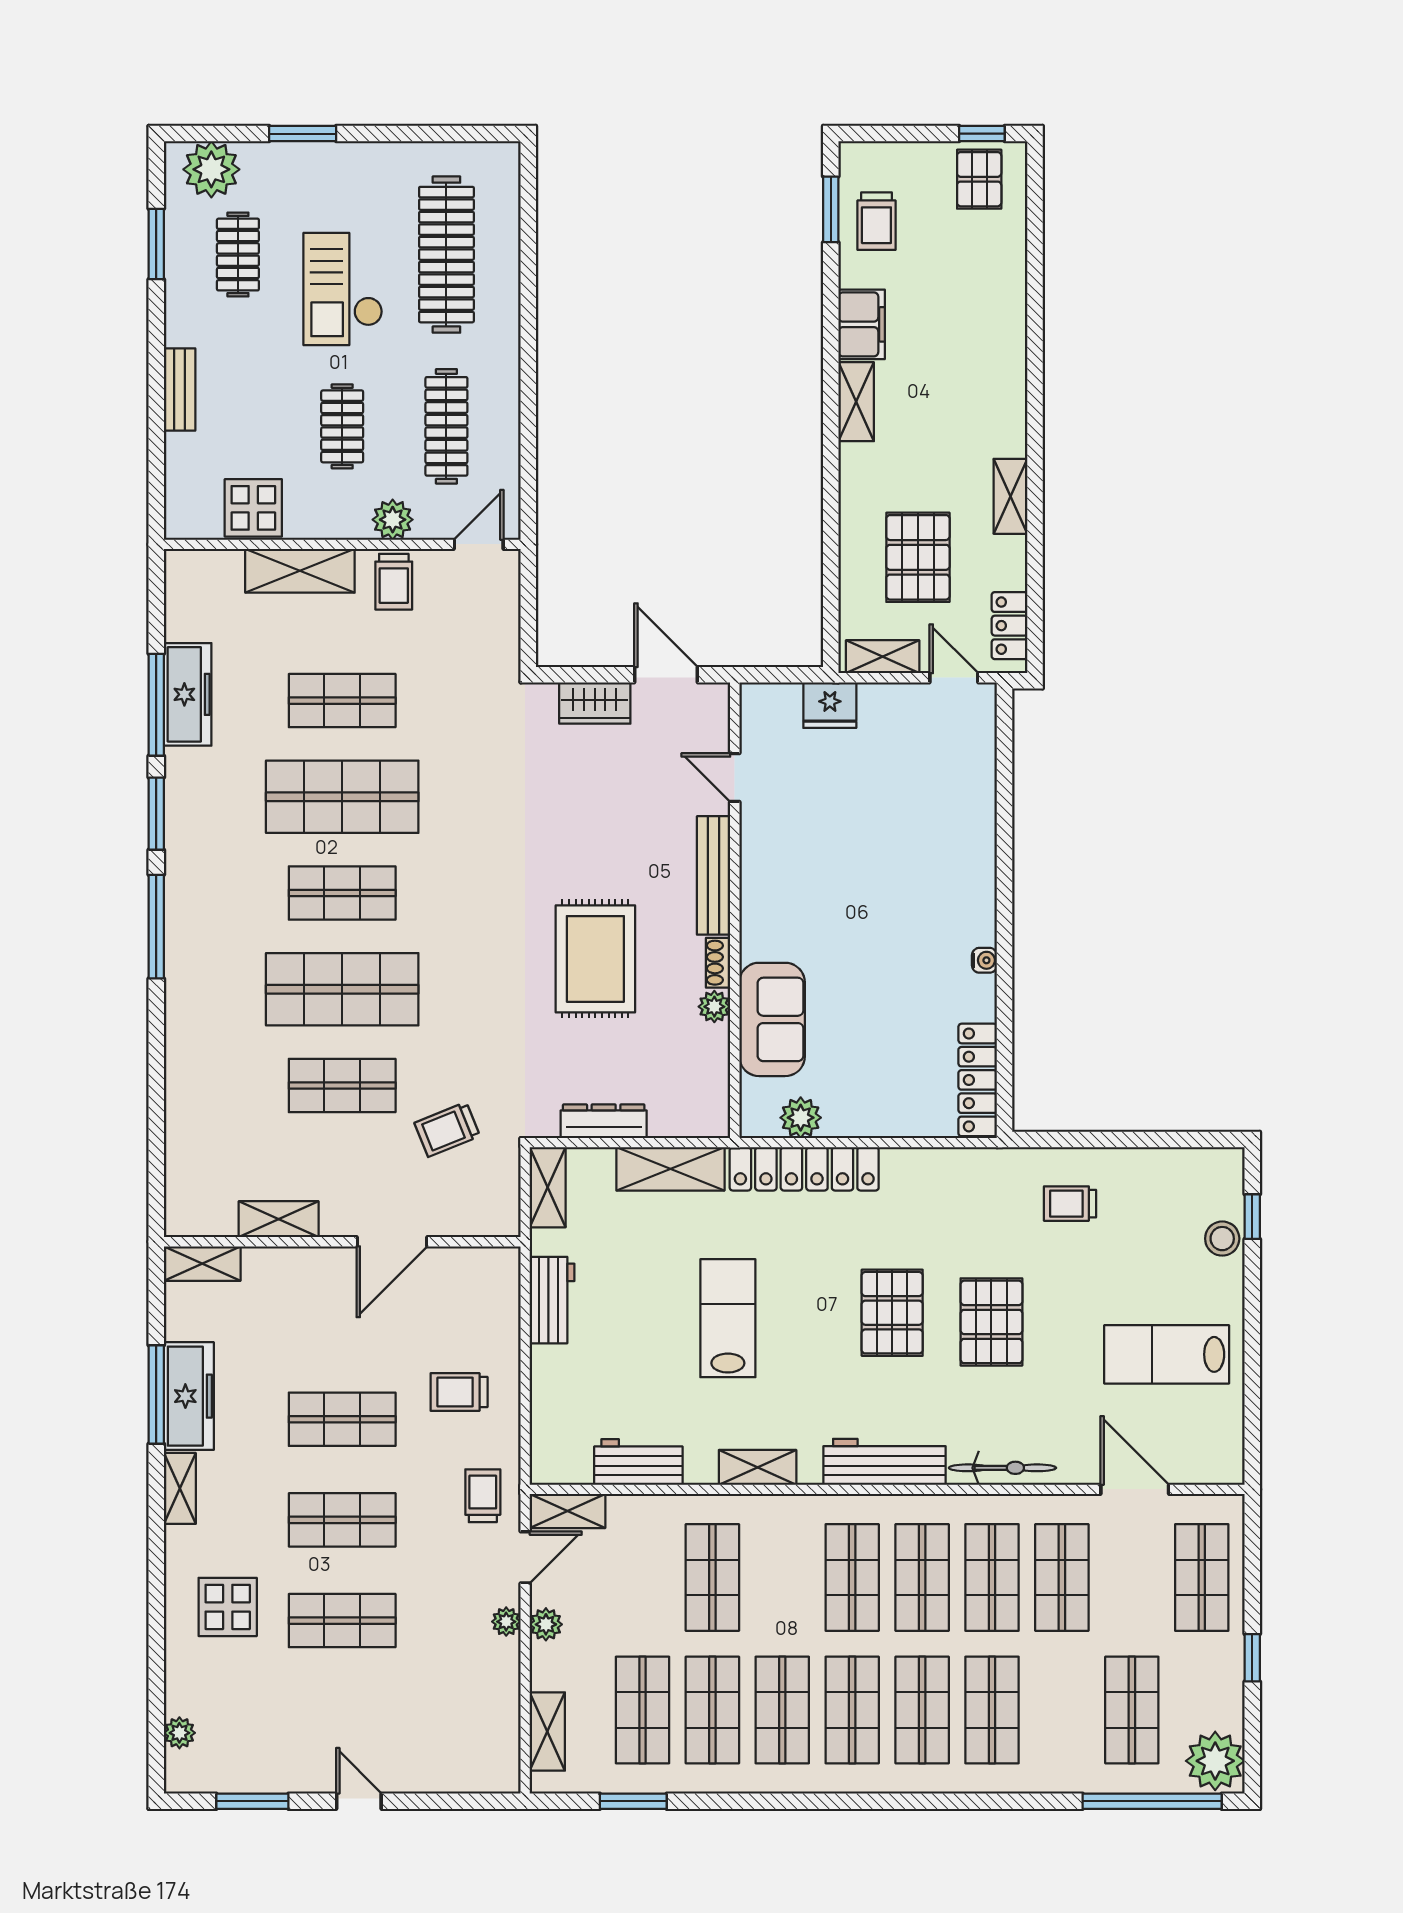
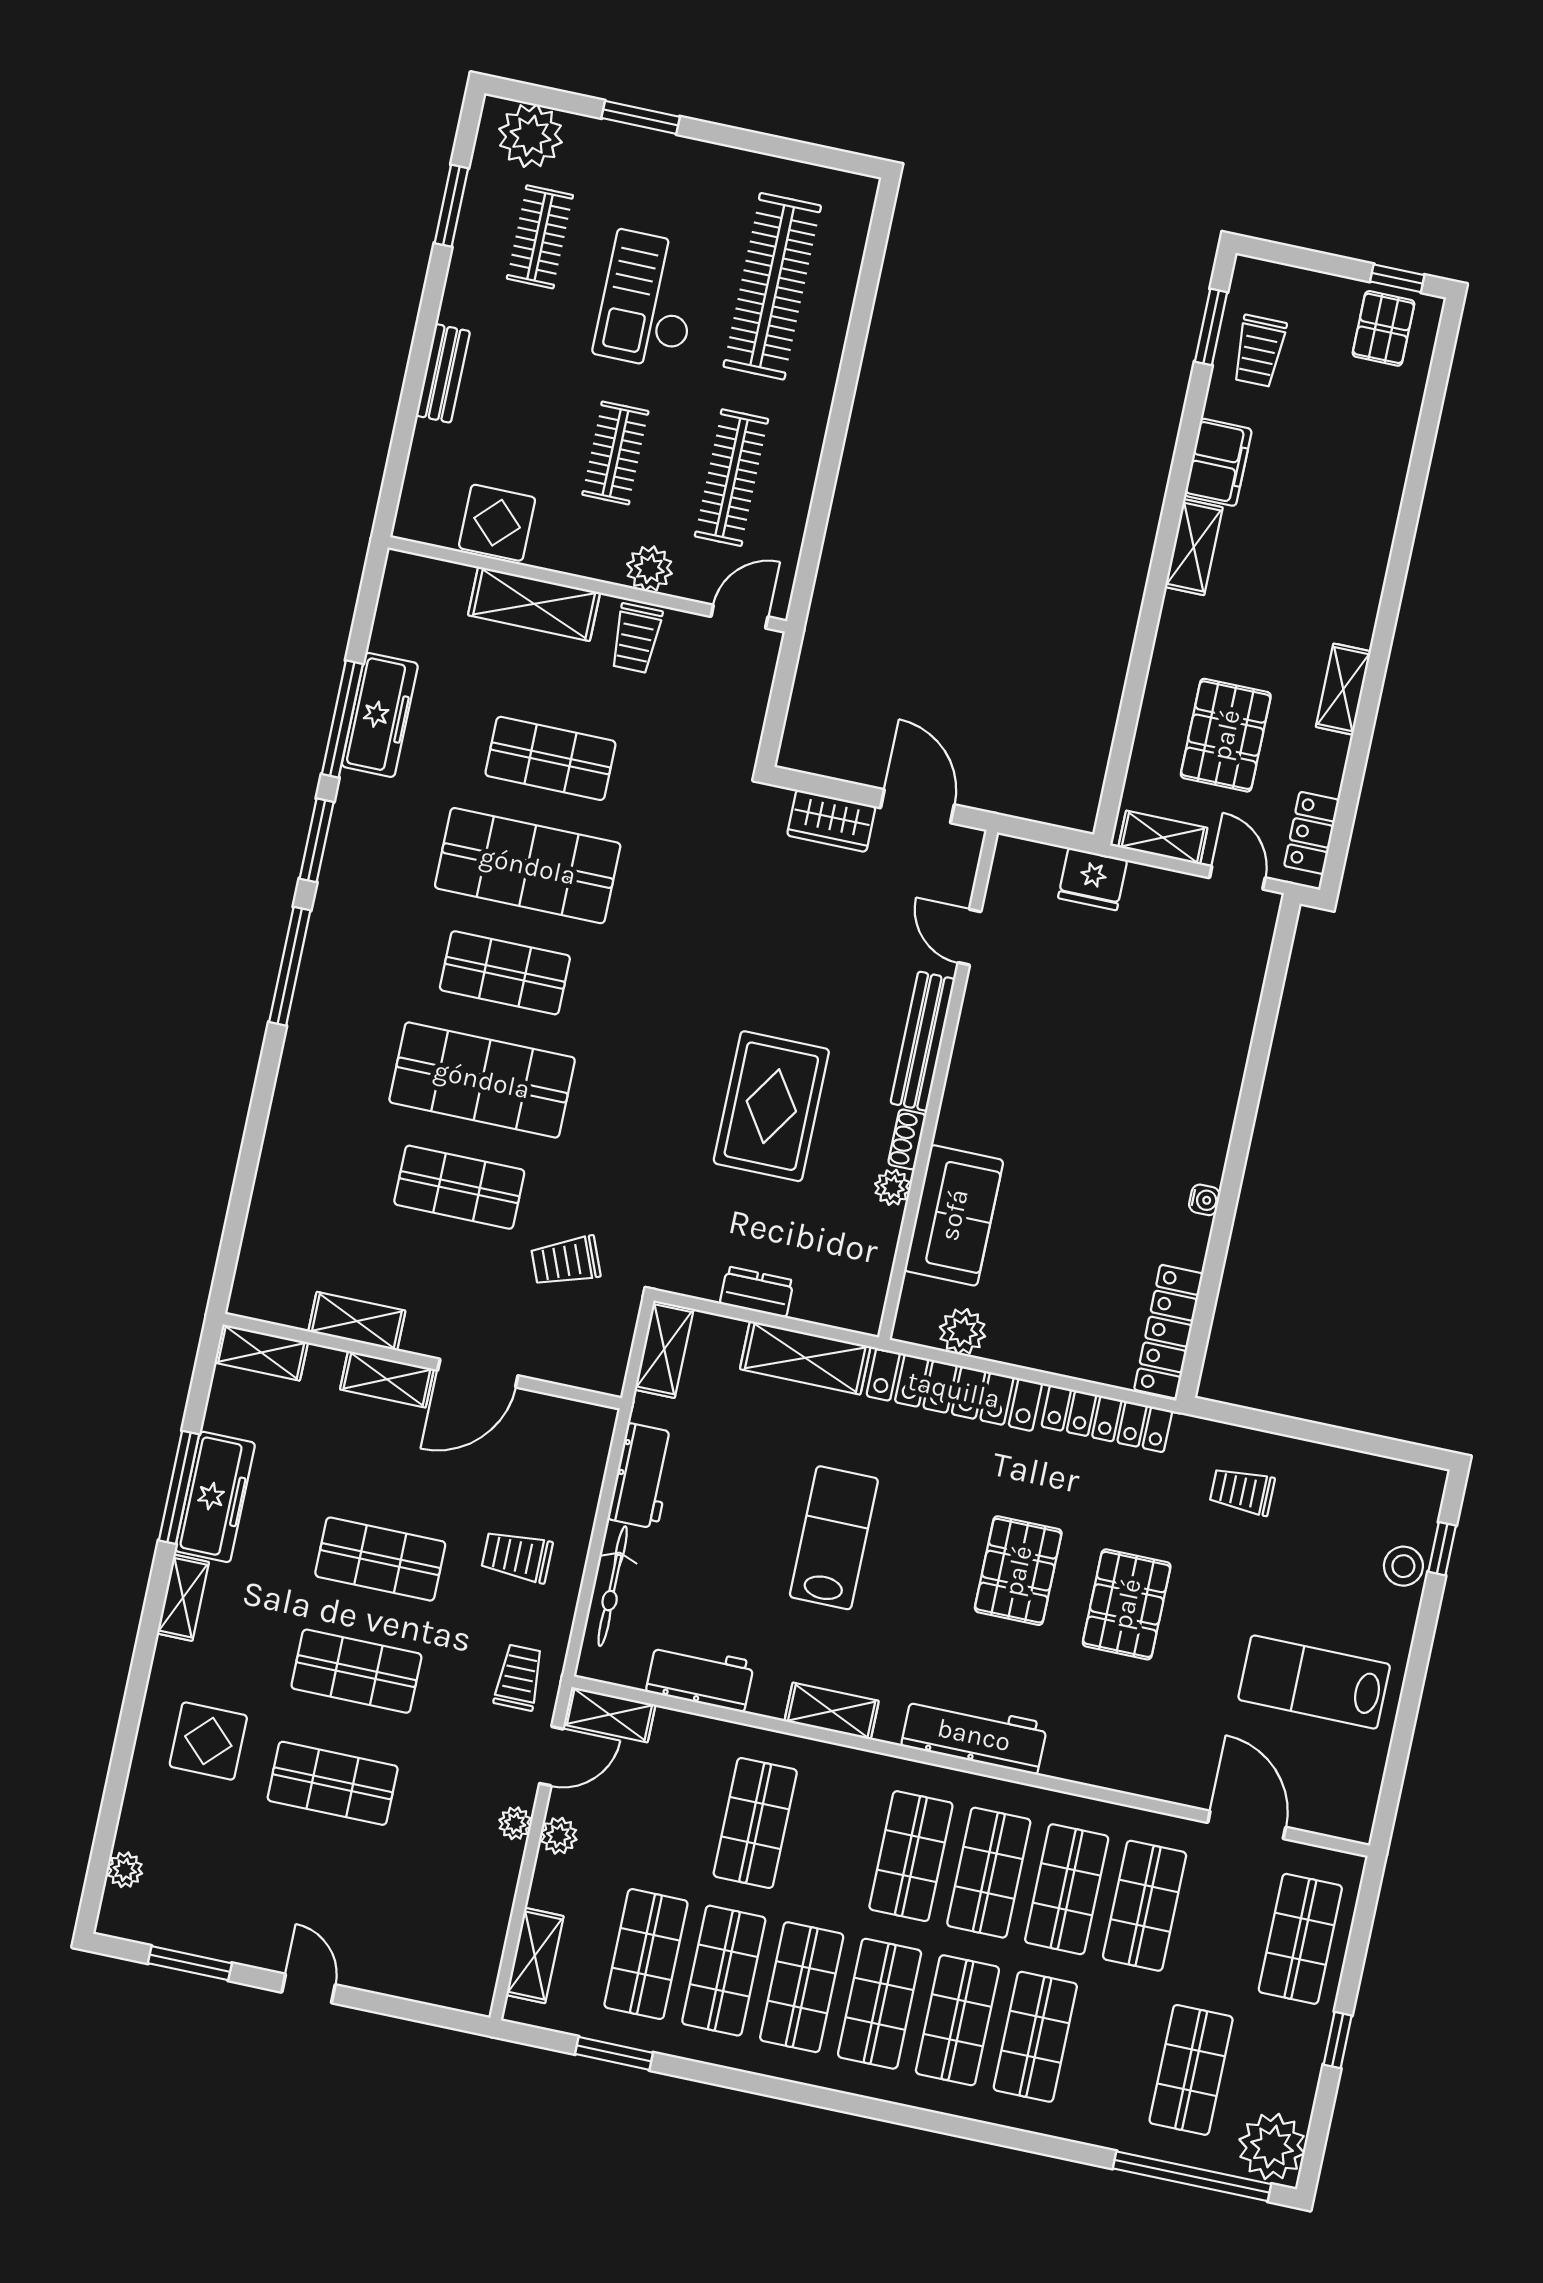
dresser: (604, 1121) -> (757, 1292), width x0.70
locker: (941, 1166) -> (1107, 1419), added
shelving: (315, 1264) -> (387, 1379), added
bicycle: (1002, 1468) -> (613, 1586), moved, turned 90

